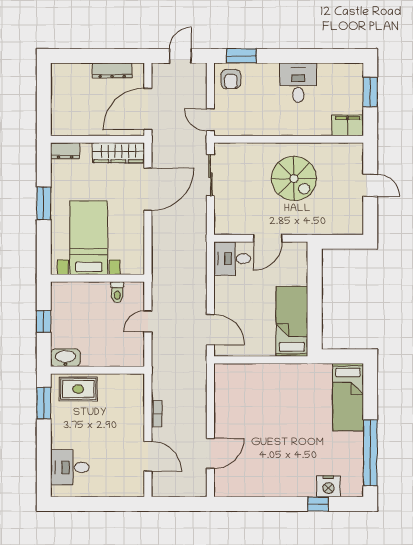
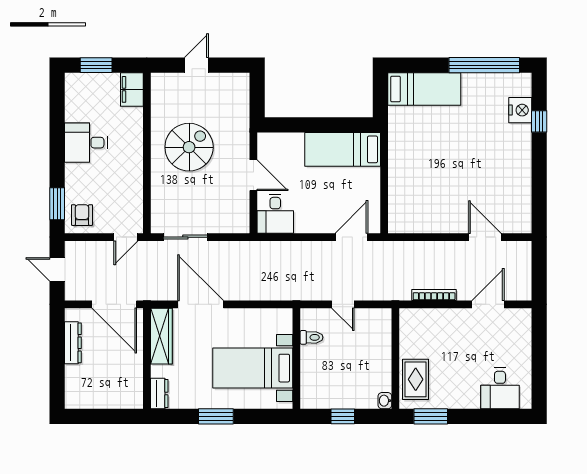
armchair: (231, 79) -> (82, 215), turned -90
washbasin: (65, 358) -> (385, 401), width x0.52, depth x0.69
bookcase: (157, 414) -> (434, 295), width x1.56

